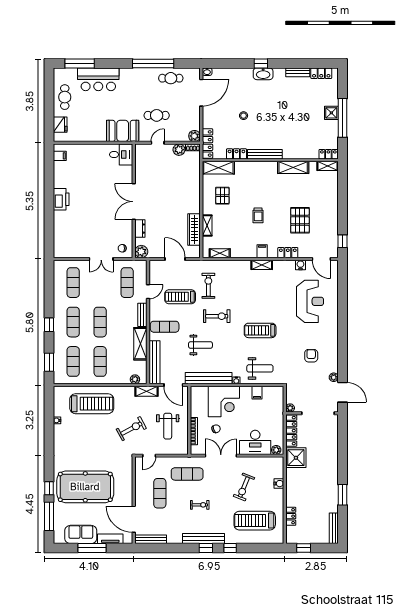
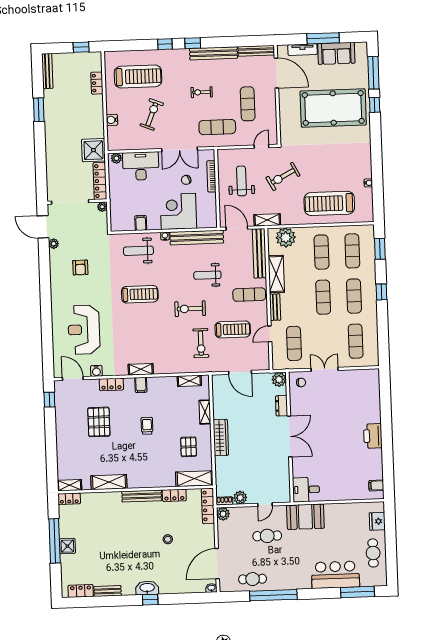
wardrobe: (194, 230) -> (221, 437), moved
plant: (135, 379) -> (286, 238), width x1.88, depth x1.88
bench: (203, 538) -> (213, 53), moved

